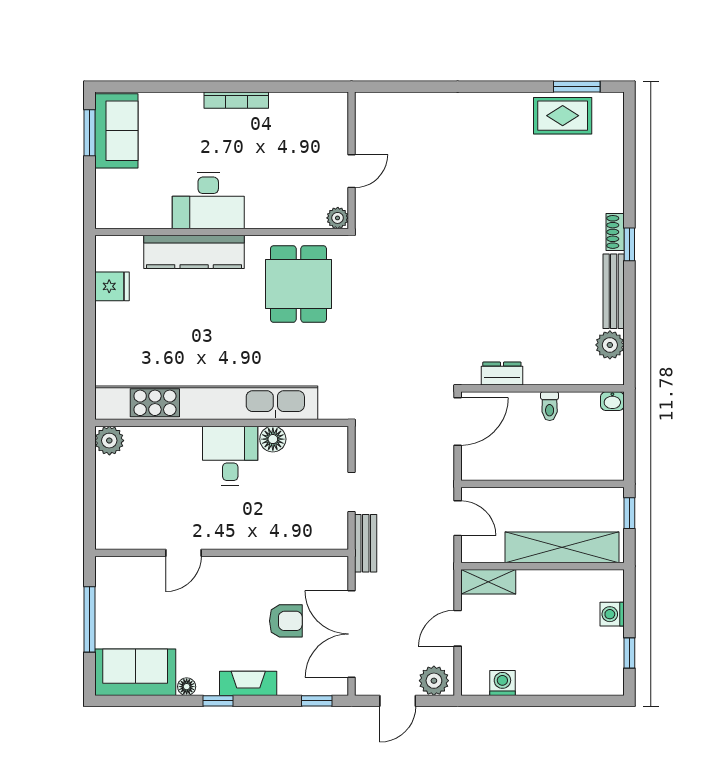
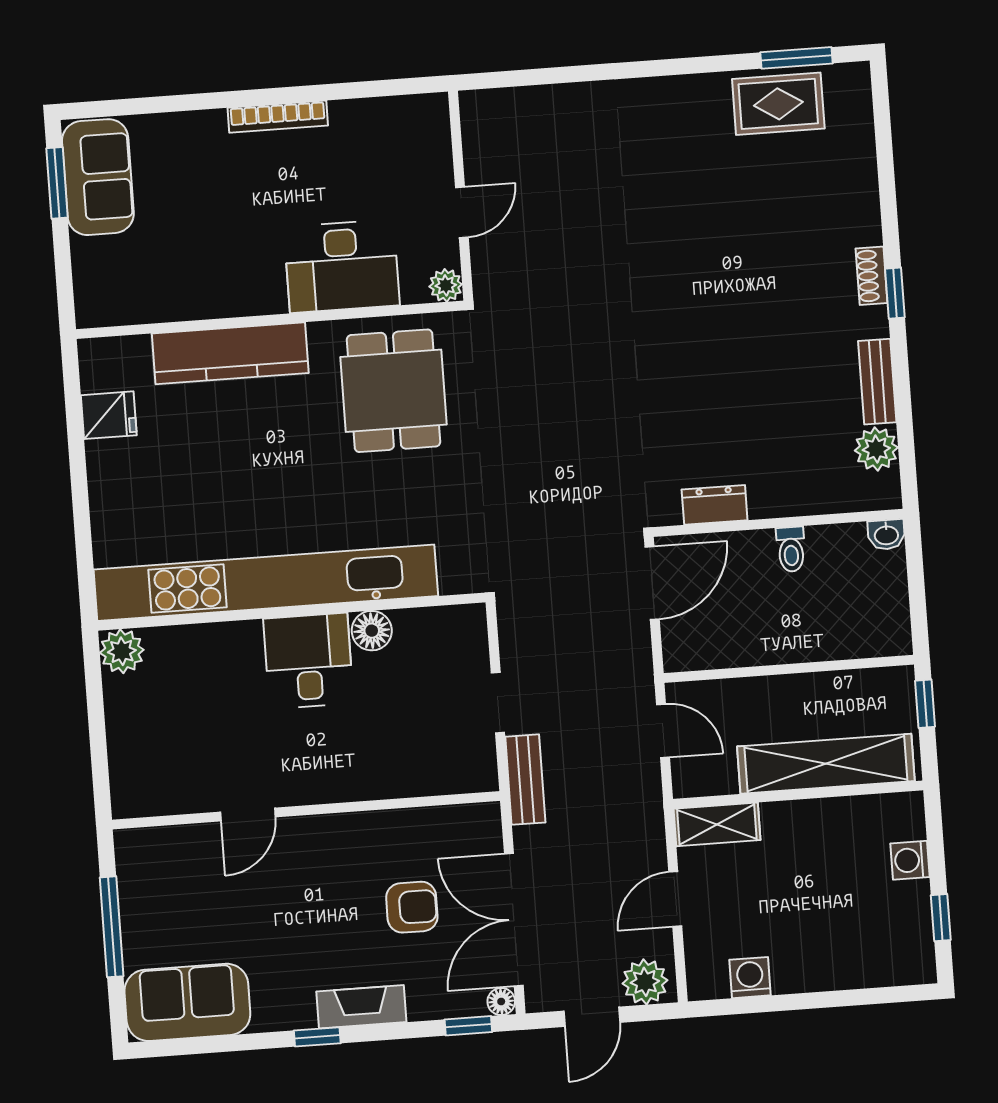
desk: (208, 201) -> (342, 266), moved
bench: (614, 291) -> (877, 382), width x0.73
floor lamp: (187, 687) -> (501, 1001), moved

